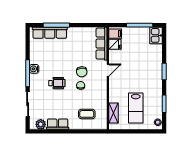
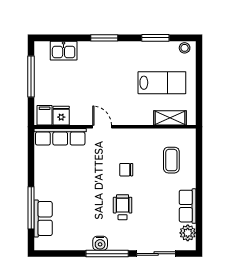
row of seats: (50, 33) -> (43, 219), width x0.68
kitchen sink: (156, 35) -> (64, 51), moved
chair: (82, 72) -> (105, 168), removed

